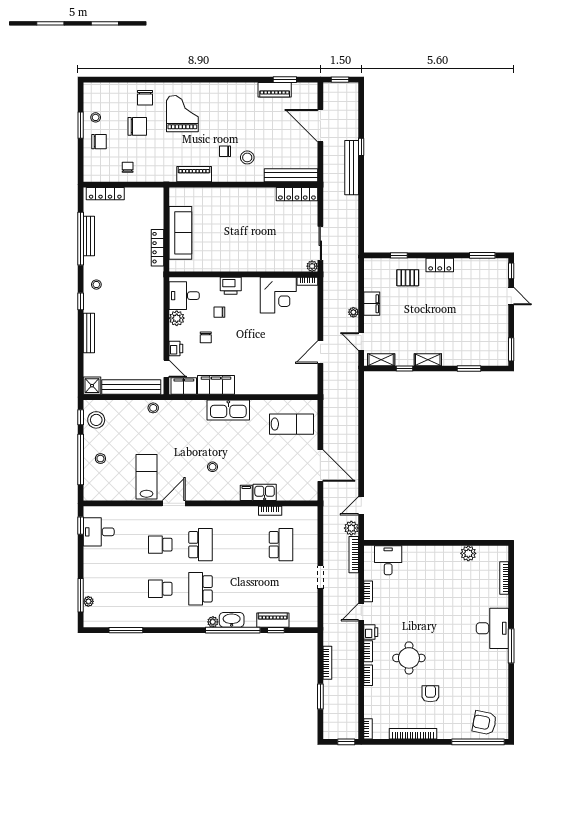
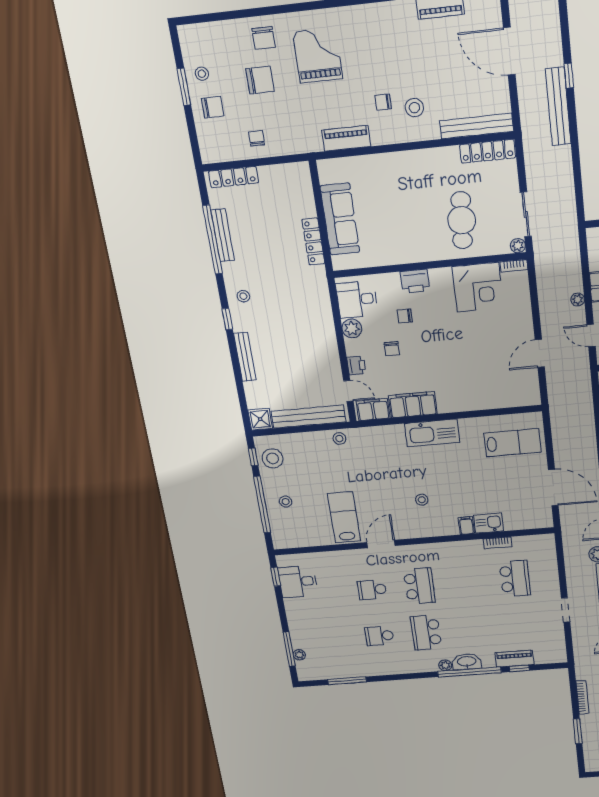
cafe table: (272, 243) -> (462, 220), added

